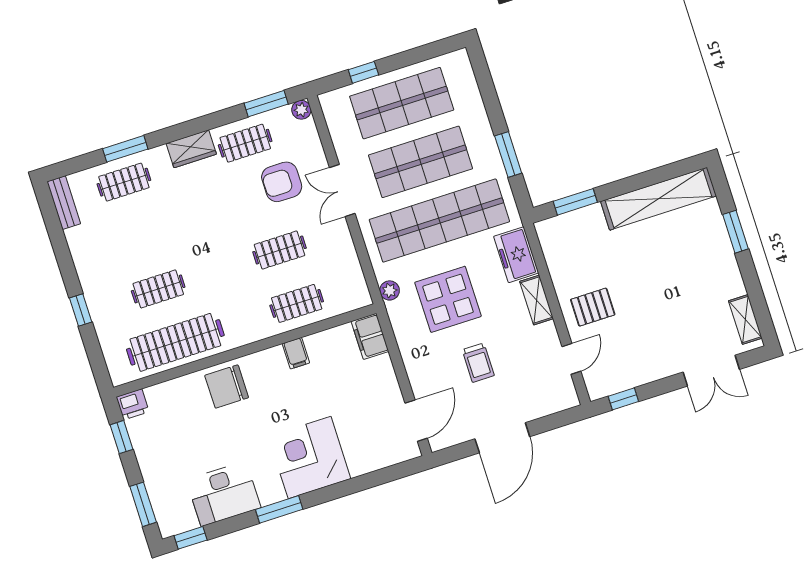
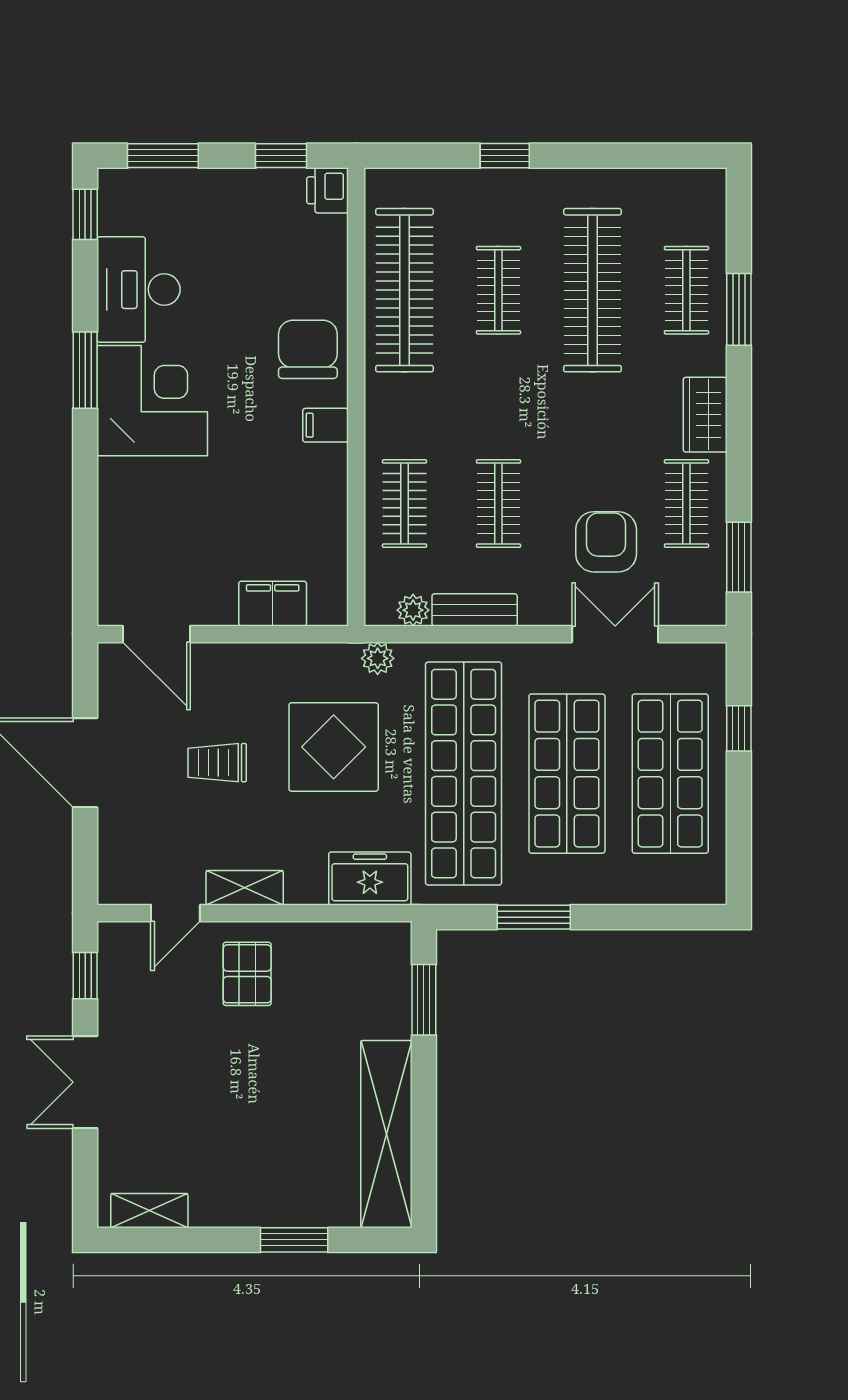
plant: (301, 110) -> (413, 610), moved
double door: (342, 190) -> (615, 634), moved
bench: (64, 203) -> (475, 610), moved
clothes rail: (141, 236) -> (592, 290), added
shelving: (537, 300) -> (245, 888), moved
filing cabinet: (370, 336) -> (273, 604), moved
filing cabinet: (296, 353) -> (326, 425), moved
door: (571, 359) -> (175, 913), hinge flipped
double door: (711, 371) -> (85, 1082), moved
corner desk: (310, 458) -> (152, 401), moved

